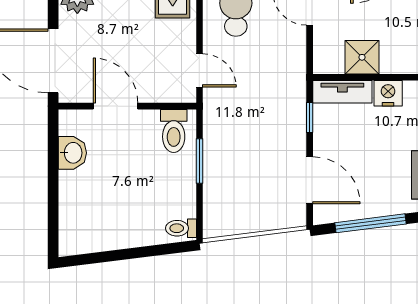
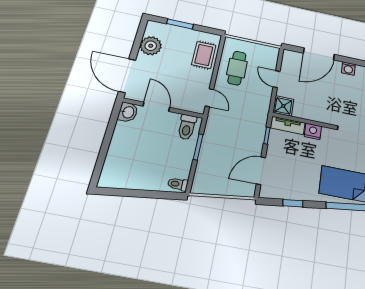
shower: (362, 57) -> (283, 106), moved
washbasin: (72, 153) -> (128, 112), moved
door: (310, 180) -> (261, 171), swing flipped
window: (371, 223) -> (293, 203), width x0.46

